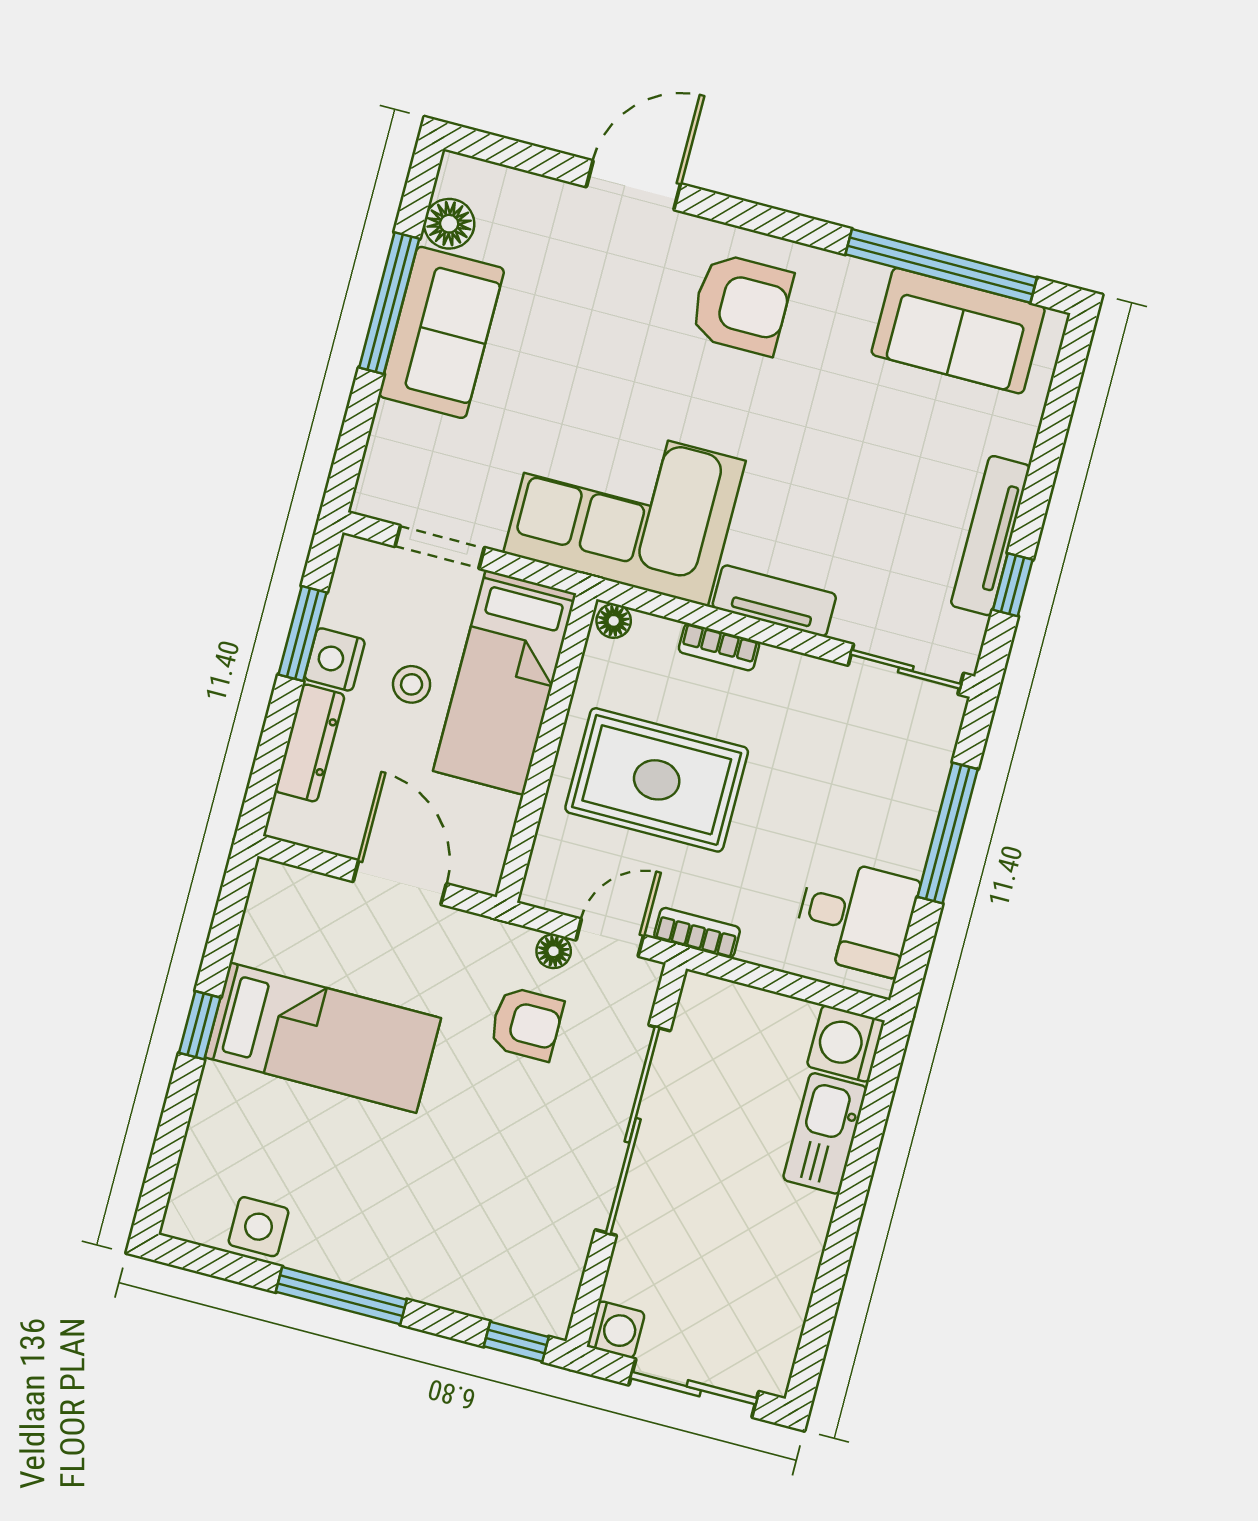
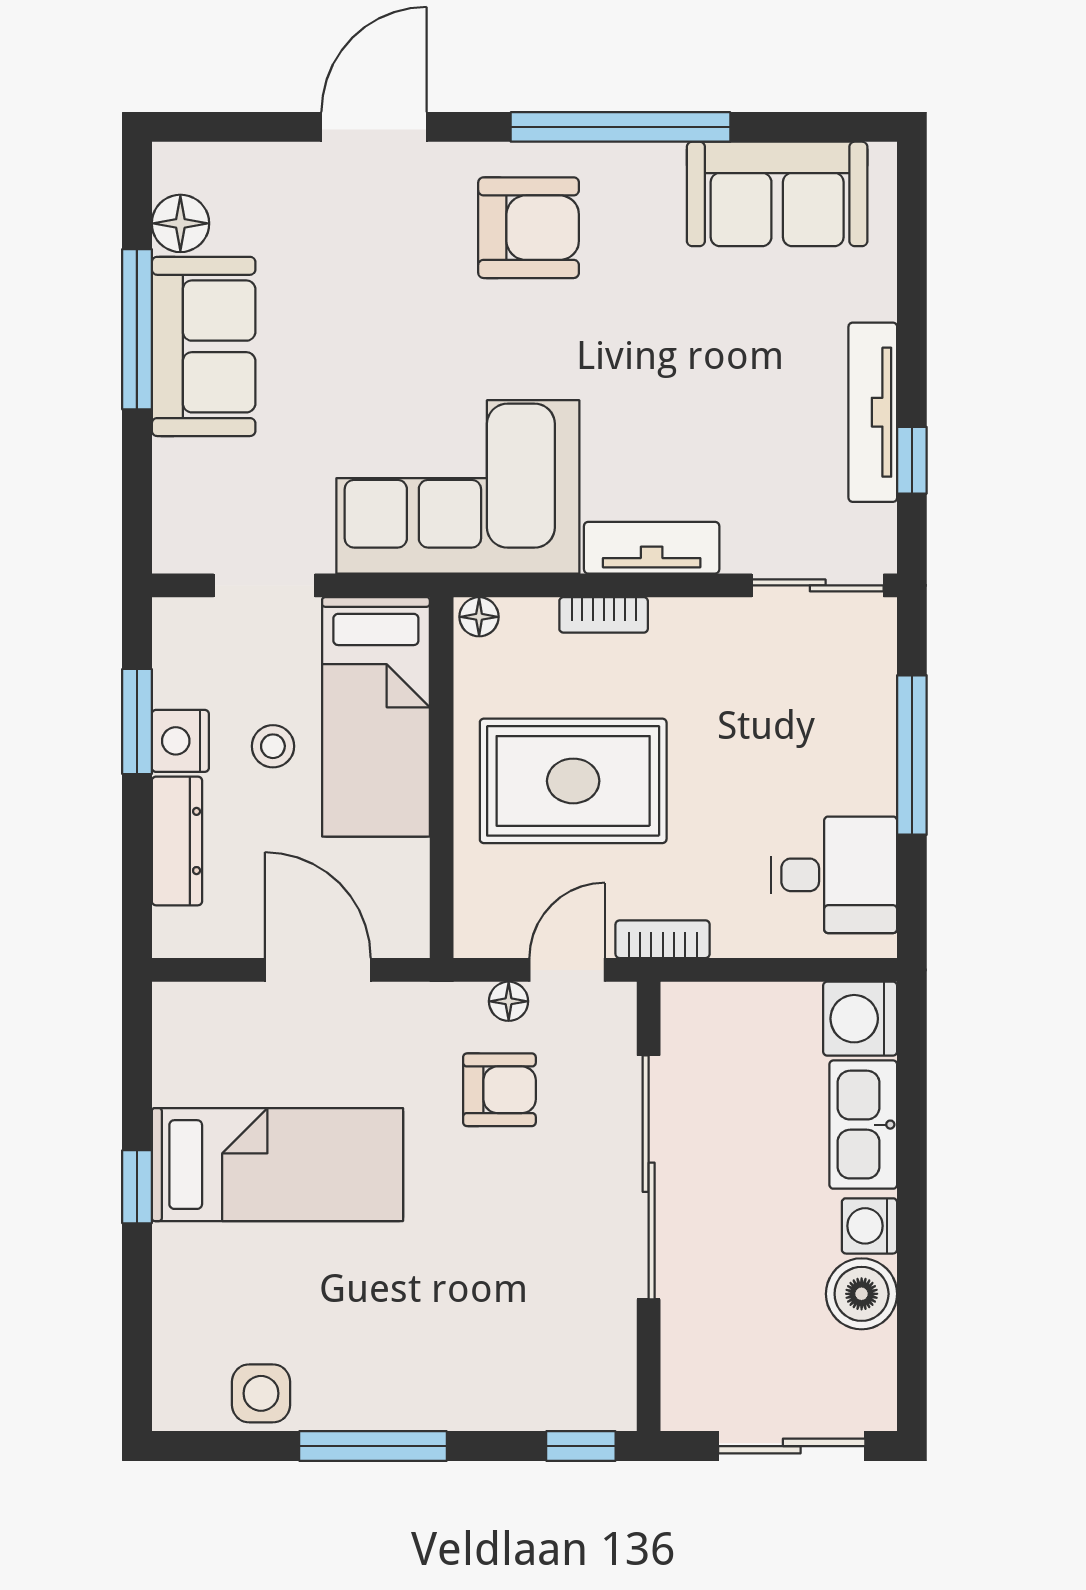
window: (941, 266) -> (621, 127), moved
boiler: (786, 1275) -> (862, 1294), added
washing machine: (616, 1330) -> (869, 1226), moved, turned 180

